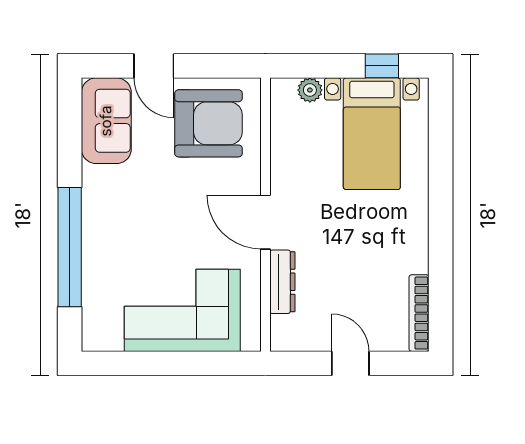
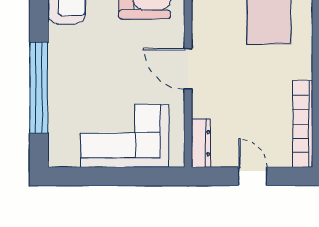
dresser: (282, 282) -> (201, 143), moved
bookcase: (419, 313) -> (303, 124), width x1.48, depth x1.31

